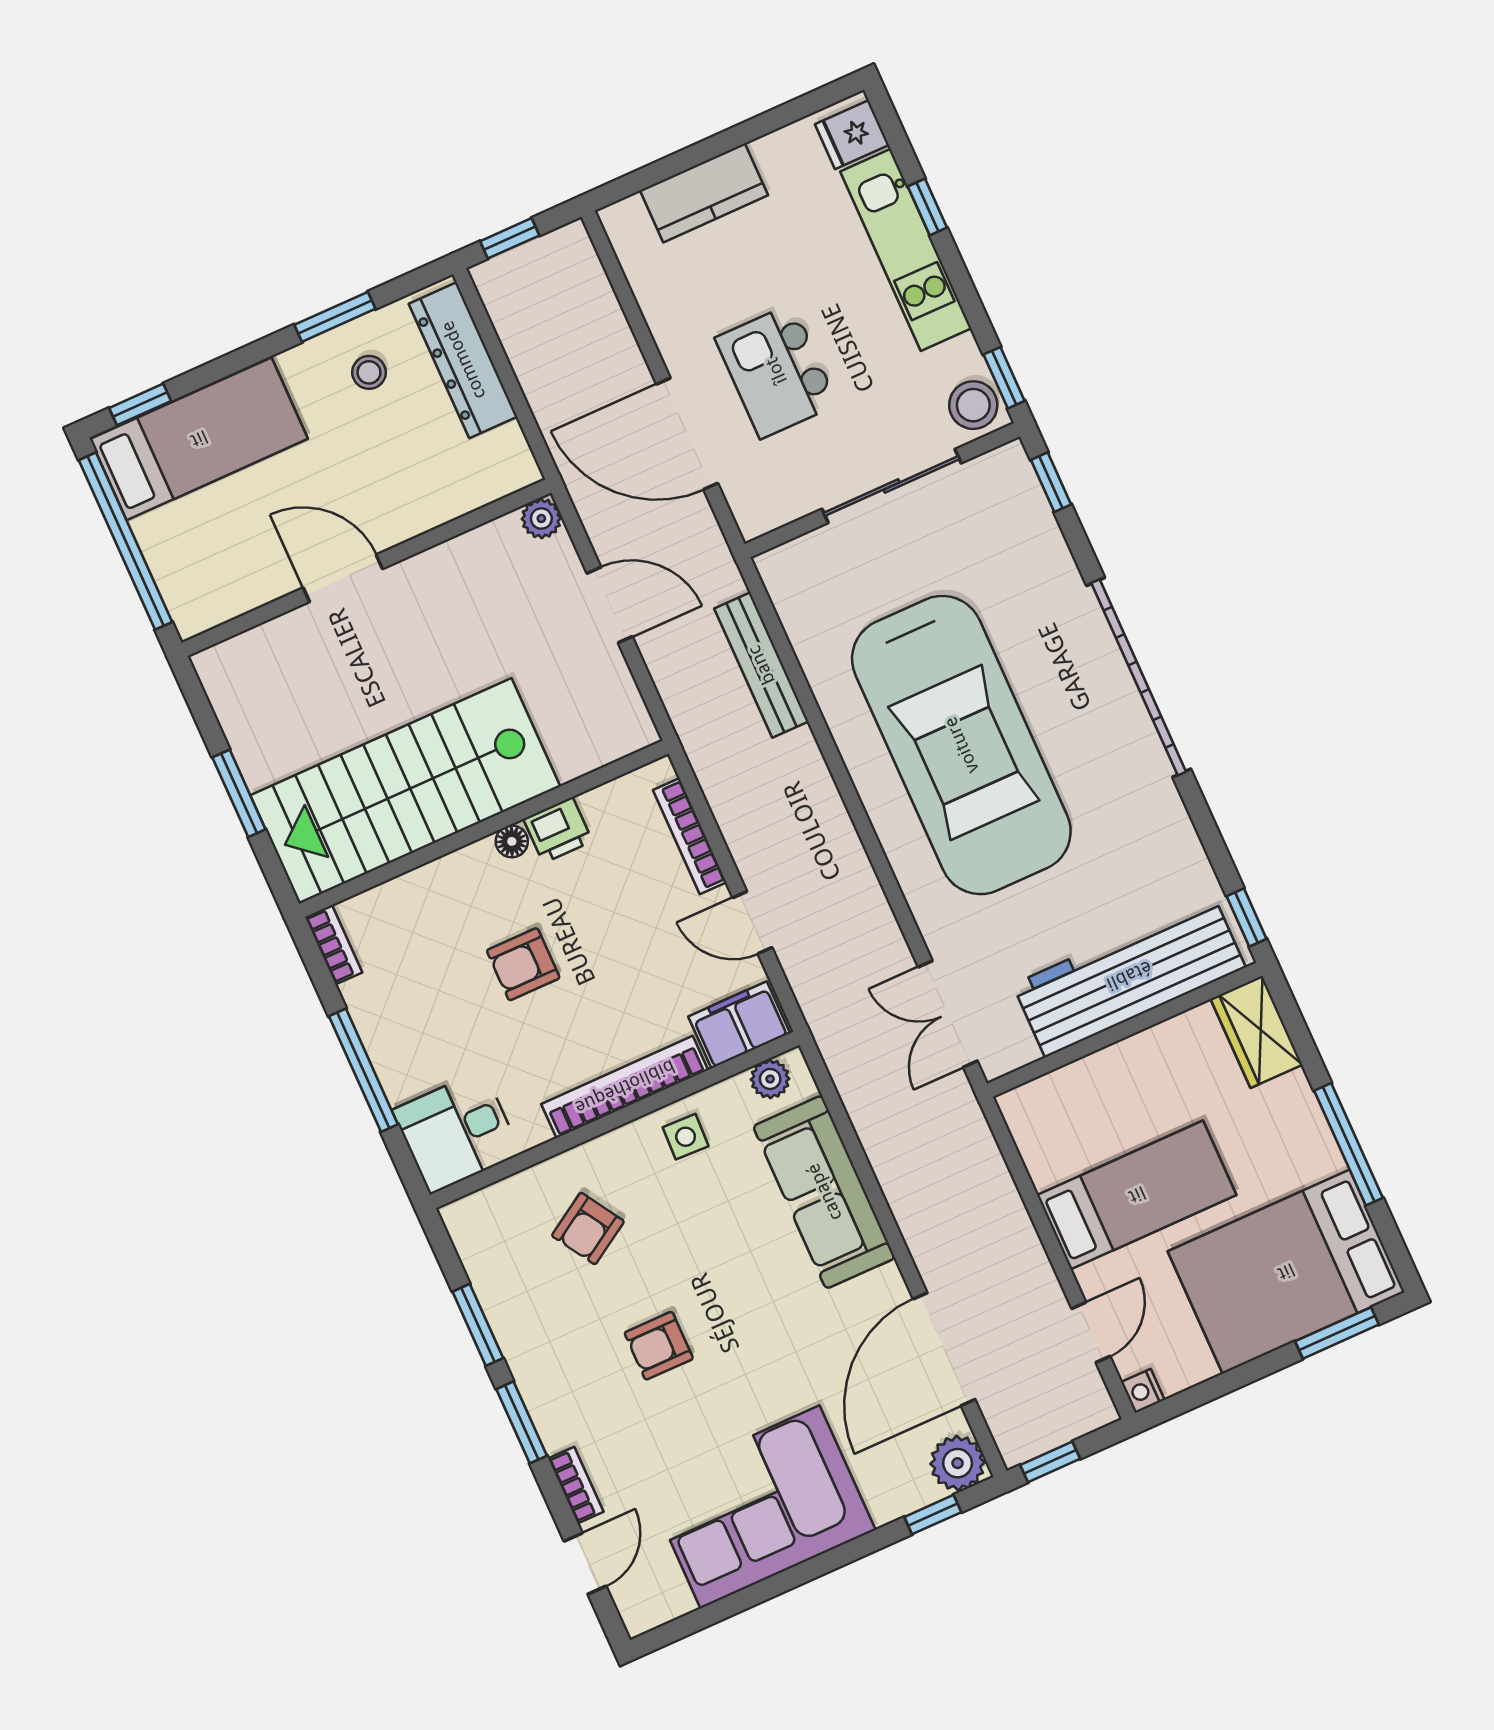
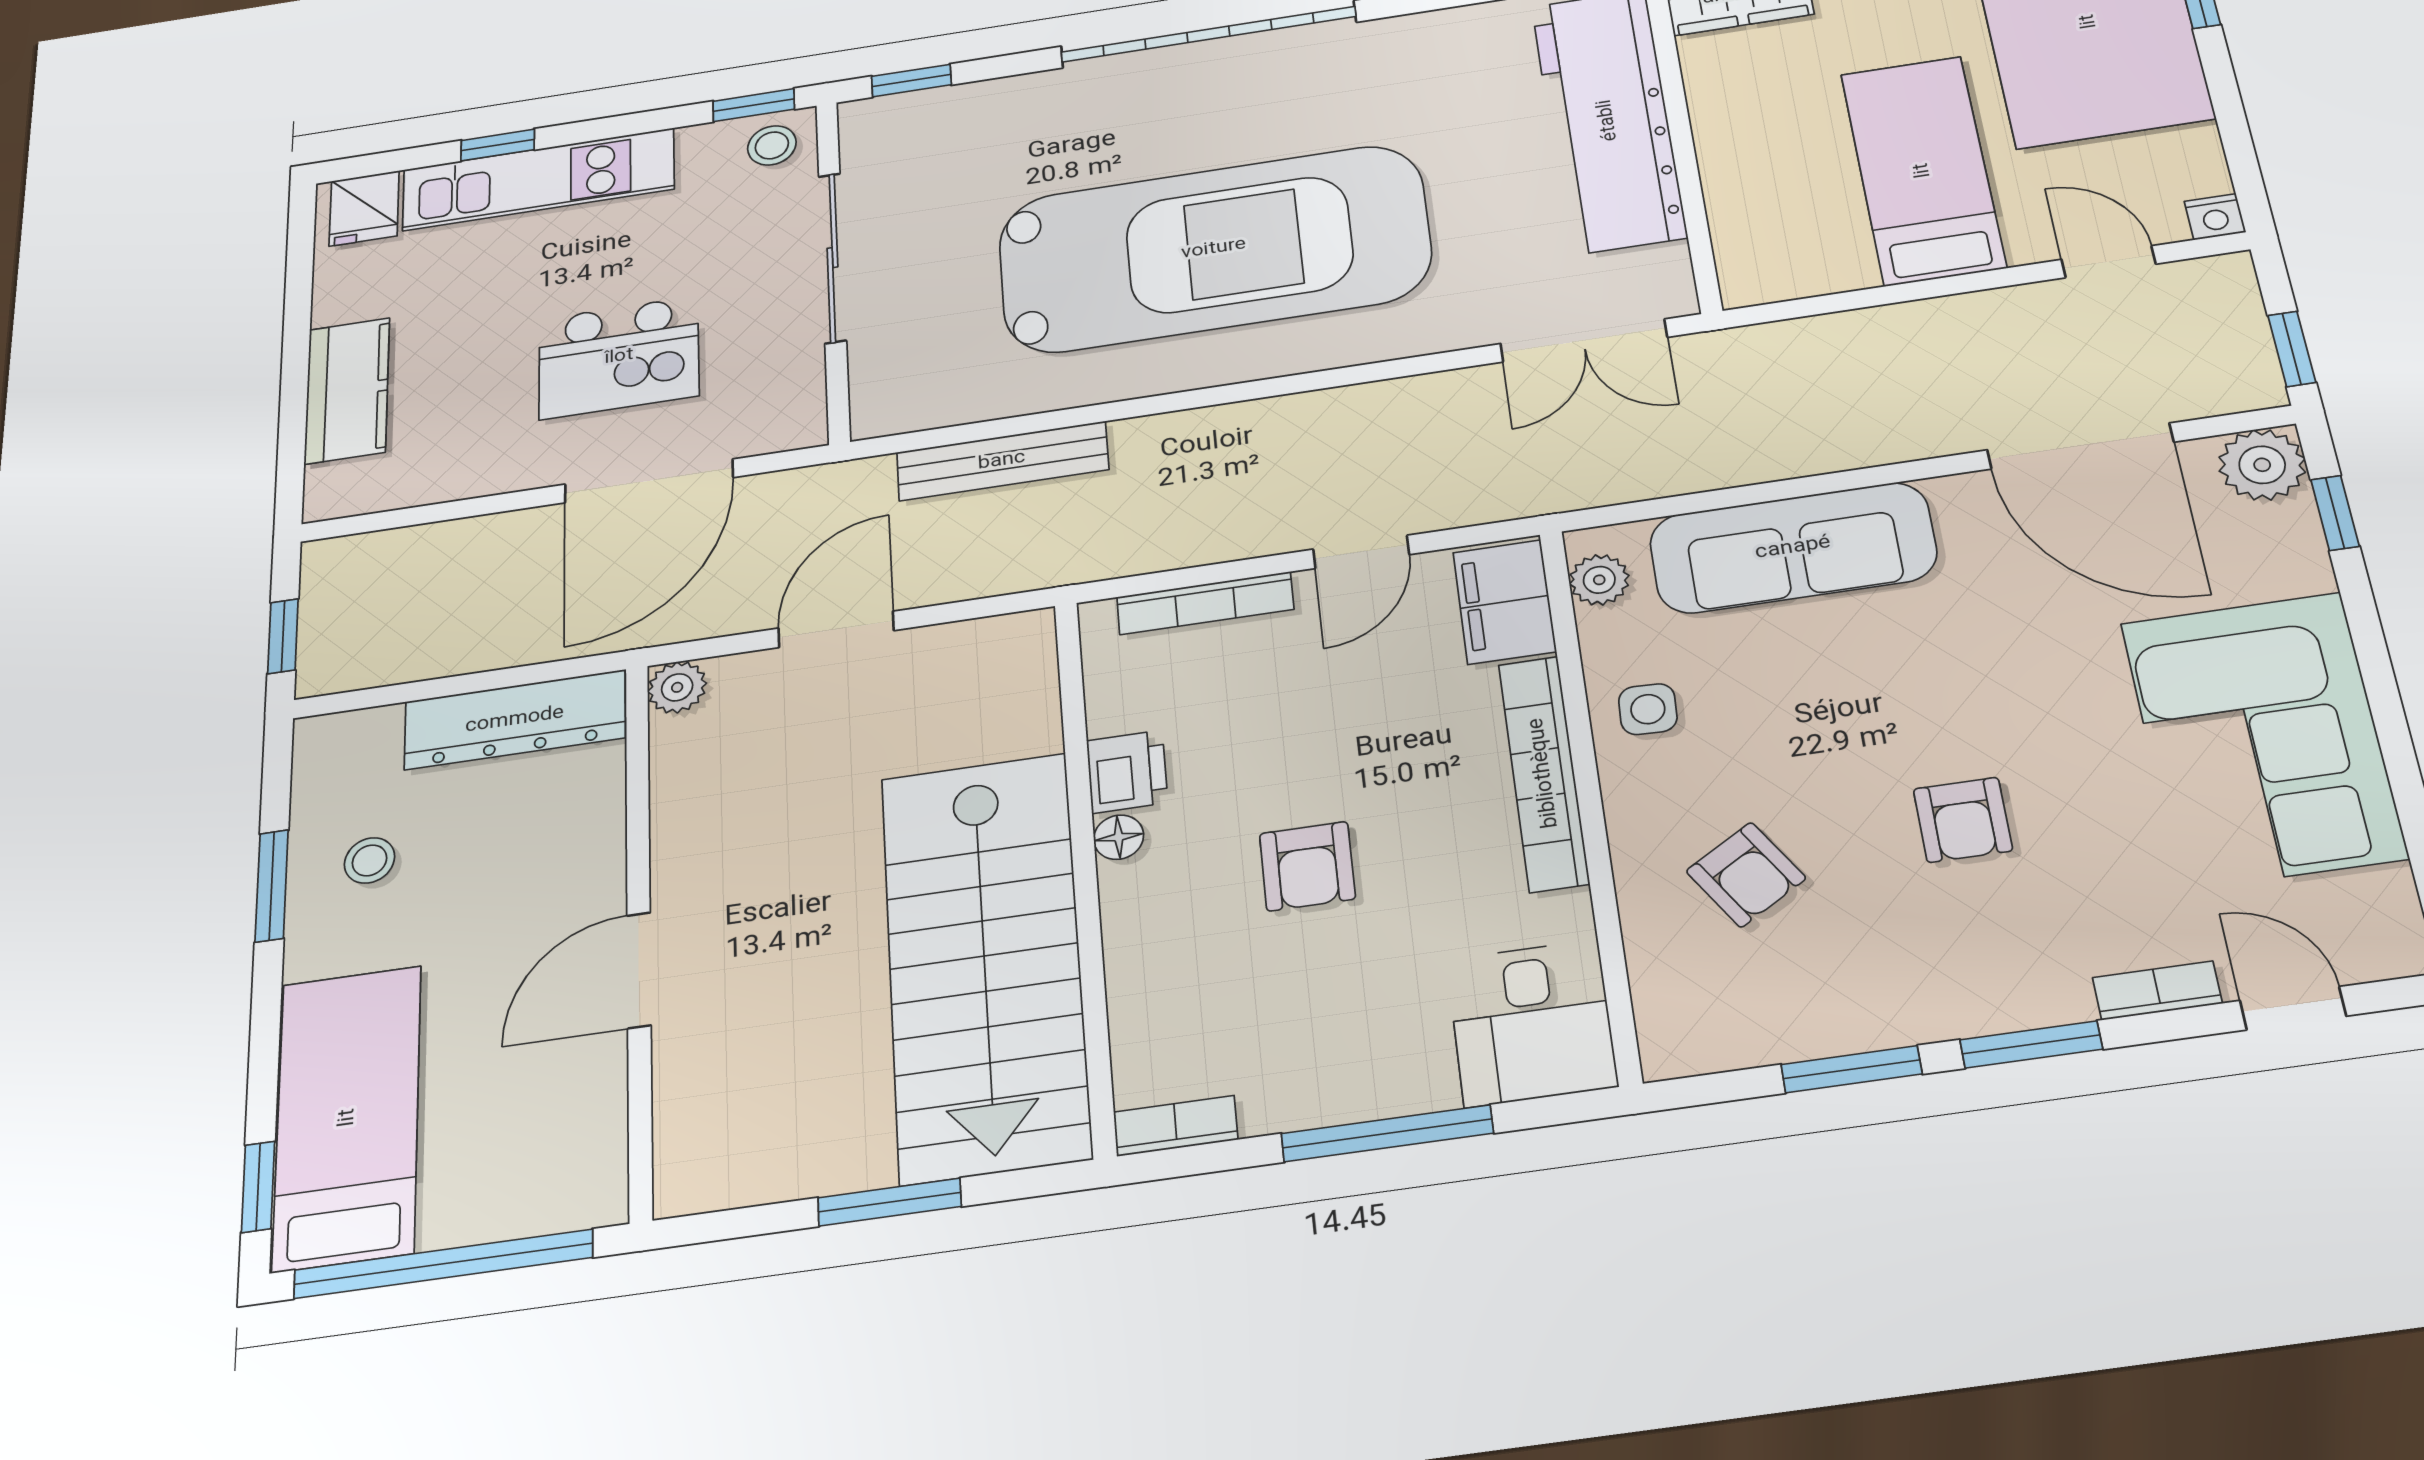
dresser: (463, 360) -> (515, 720), moved
stool: (973, 405) -> (772, 145), width x0.73, depth x0.73

